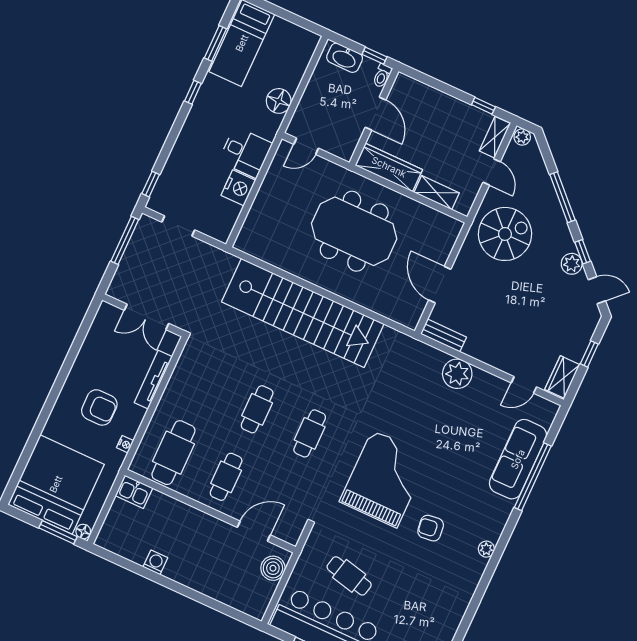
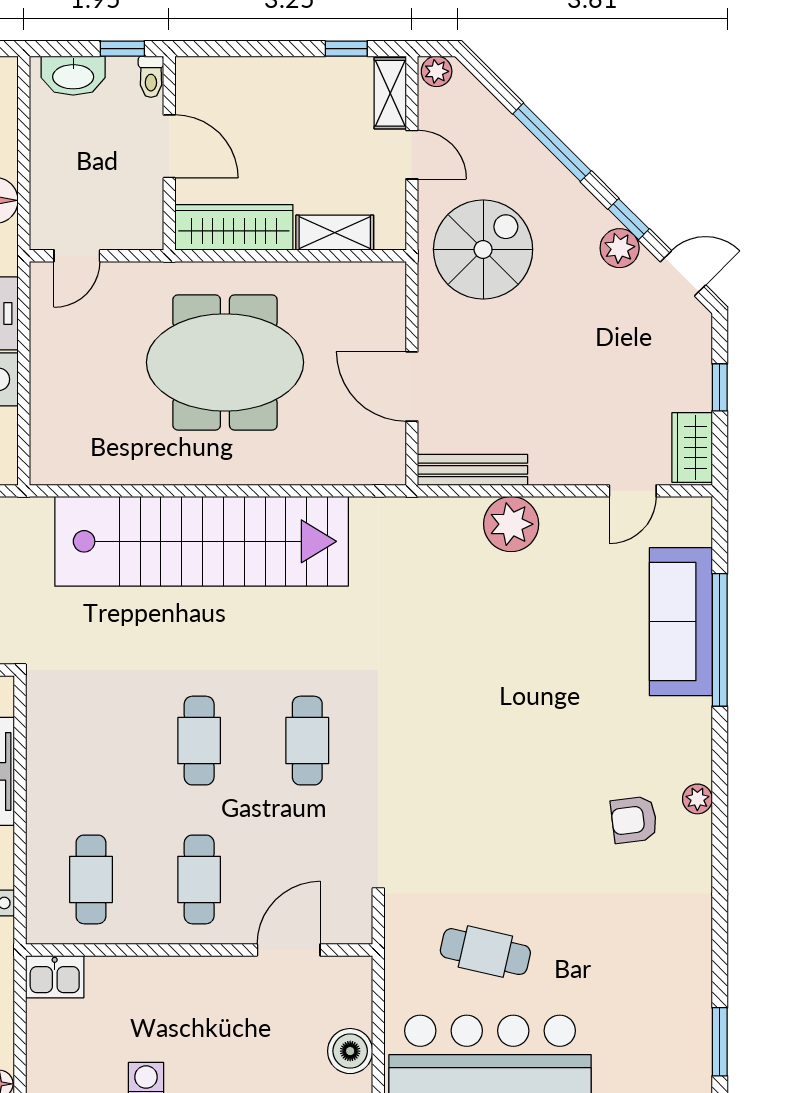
bench: (443, 336) -> (473, 470), width x1.36
cafe table: (173, 453) -> (91, 879), width x0.73, depth x0.74
grand piano: (385, 479) -> (470, 759), removed
armchair: (431, 528) -> (634, 820), moved
boiler: (273, 568) -> (350, 1051), moved

